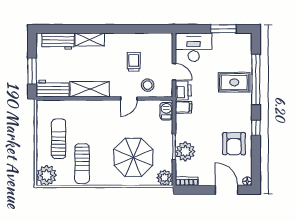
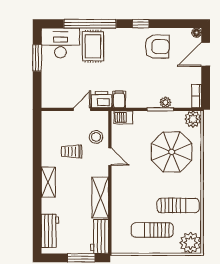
shelving: (90, 39) -> (48, 182), moved
desk: (194, 47) -> (60, 43), moved, turned 90
plant: (185, 151) -> (165, 102), width x0.53, depth x0.53

